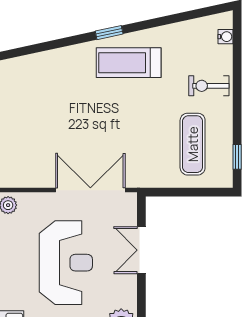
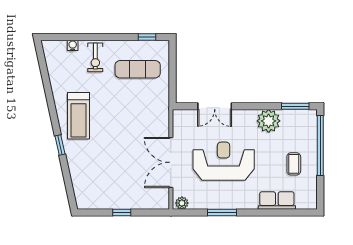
window: (109, 33) -> (60, 145), moved
water cooler: (225, 37) -> (73, 45), moved
double door: (90, 190) -> (171, 162), moved

